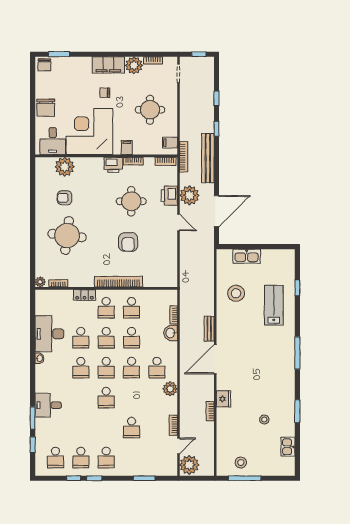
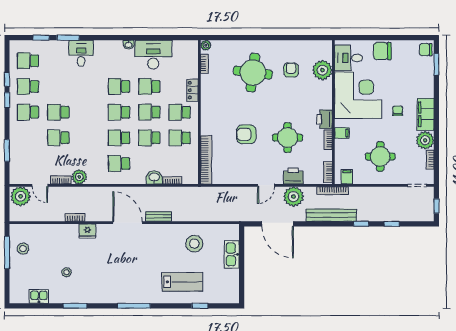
bookcase: (118, 282) -> (206, 160), moved
plant: (170, 389) -> (79, 177), moved
school desk: (106, 398) -> (58, 112), moved

